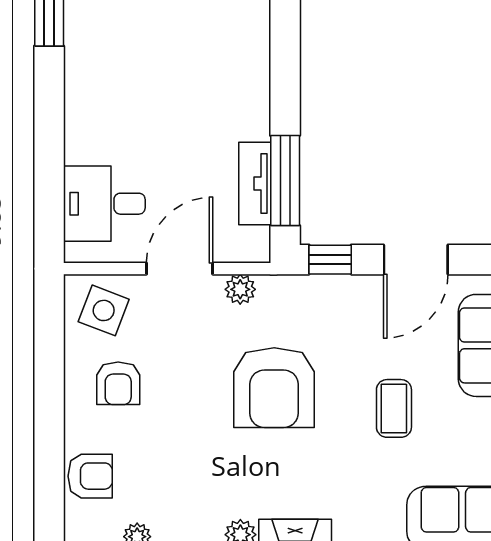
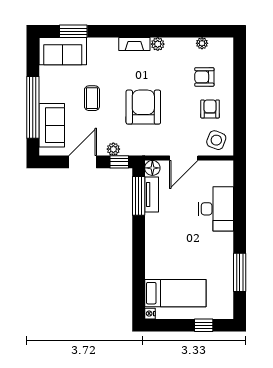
desk: (104, 204) -> (216, 209), moved, width x1.37
floor lamp: (253, 245) -> (152, 168), added
plant: (240, 289) -> (113, 149), moved
armchair: (90, 476) -> (204, 77), moved

